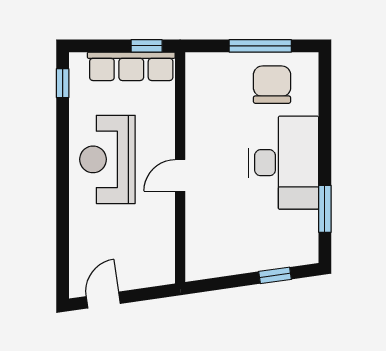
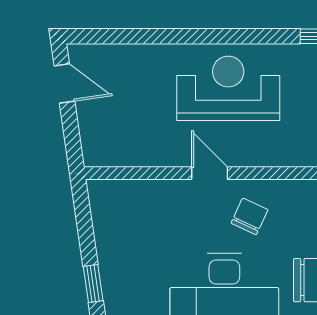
chair: (217, 141) -> (249, 216), added

